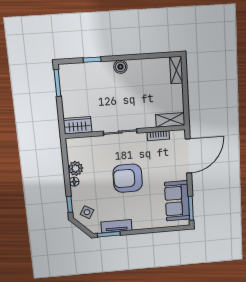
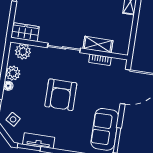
shelving: (170, 120) -> (98, 45), moved
plant: (80, 145) -> (23, 52), added
armchair: (128, 178) -> (61, 95), turned -90

